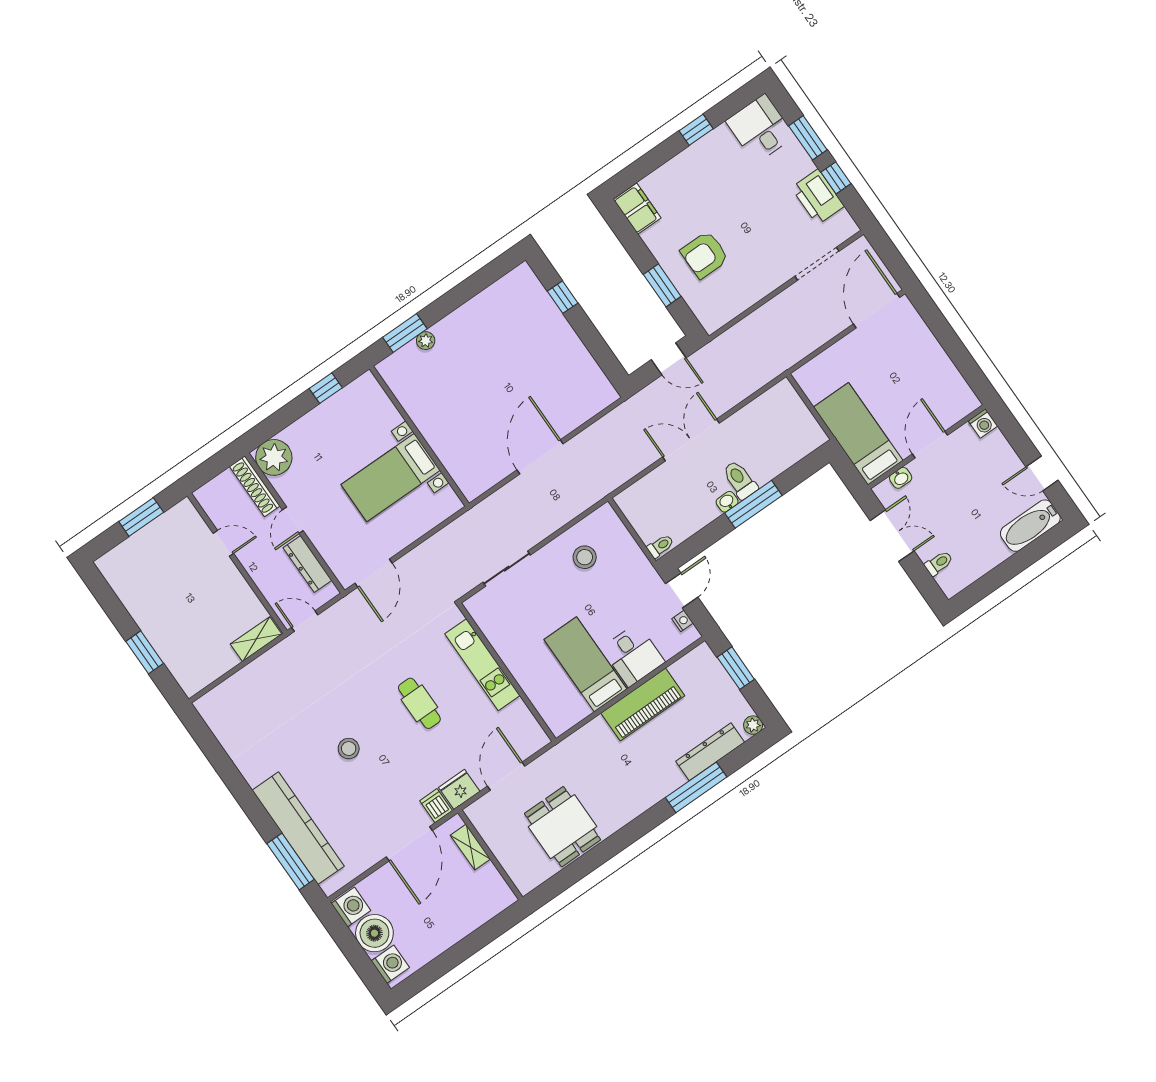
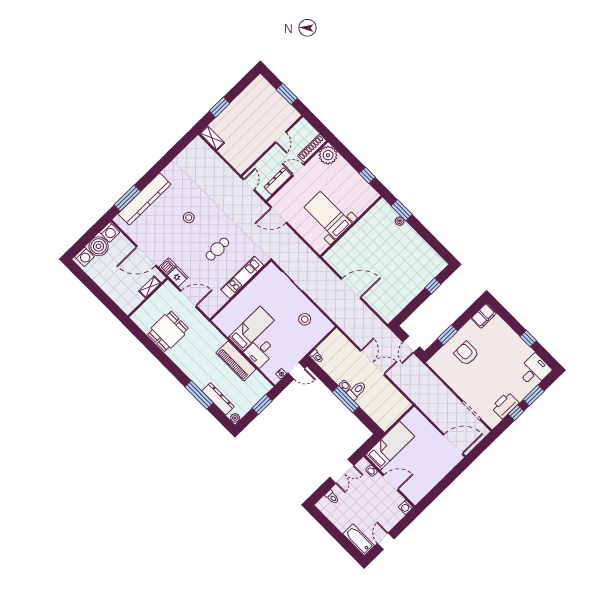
shelving: (256, 639) -> (212, 138), moved

